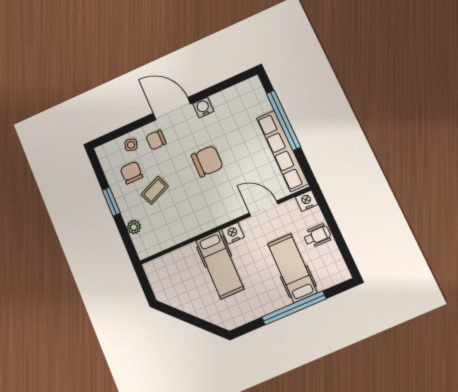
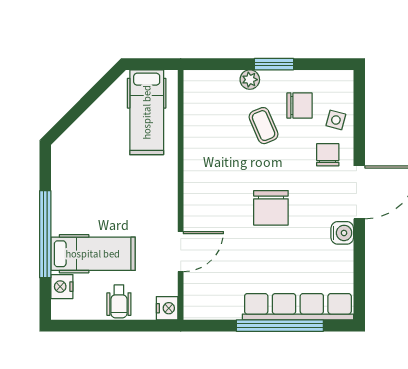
row of seats: (282, 151) -> (298, 307), moved
plant: (134, 227) -> (250, 80), moved
nightstand: (233, 233) -> (62, 287), moved, turned 180
hospital bed: (220, 265) -> (147, 112), moved, turned -90

